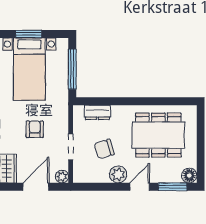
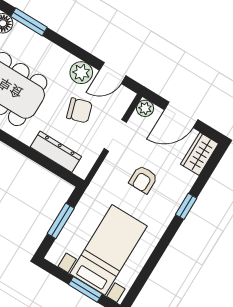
window: (72, 69) -> (61, 221), width x0.69
dresser: (97, 112) -> (56, 152), width x1.44
door: (140, 187) -> (113, 73), moved

